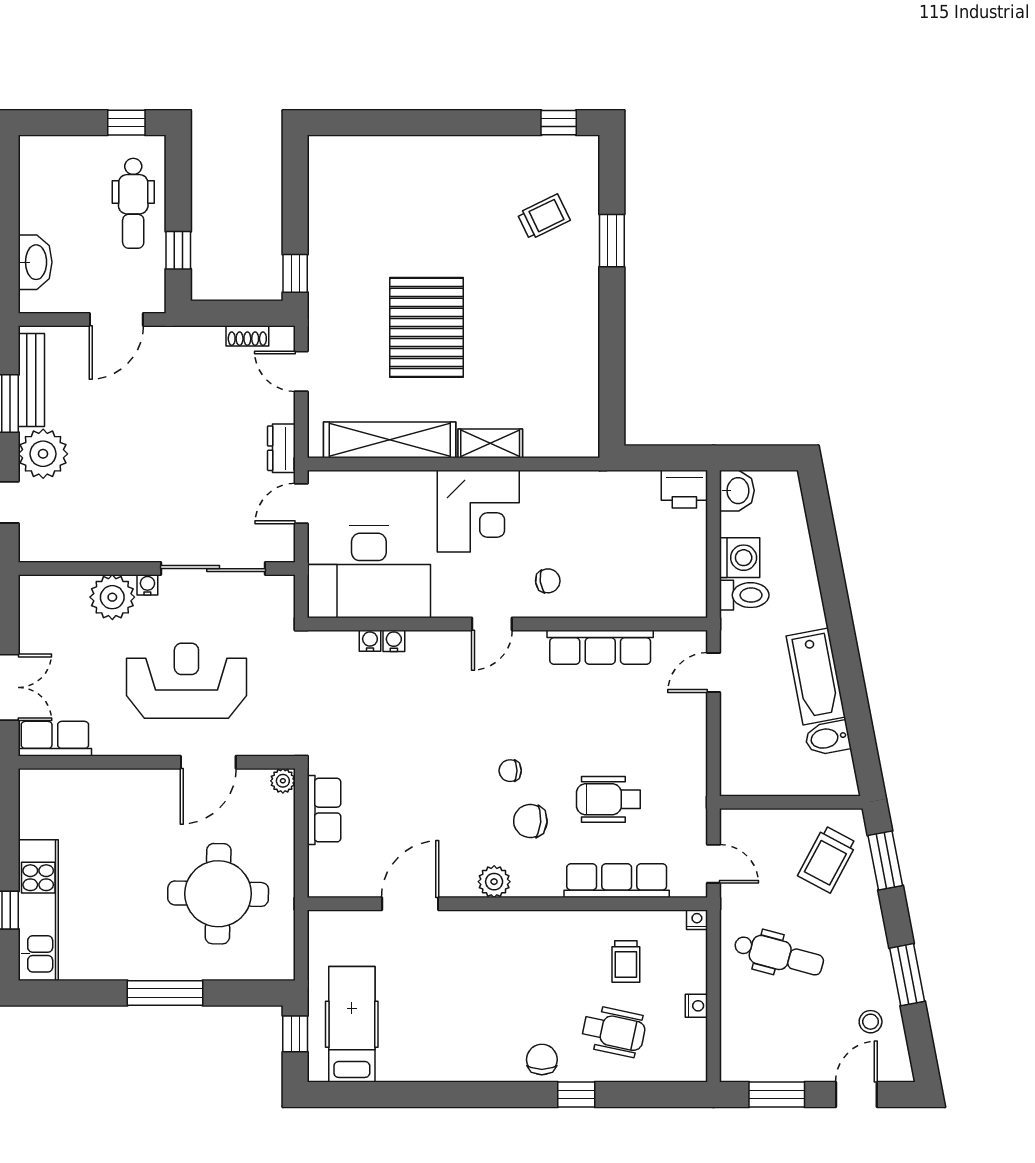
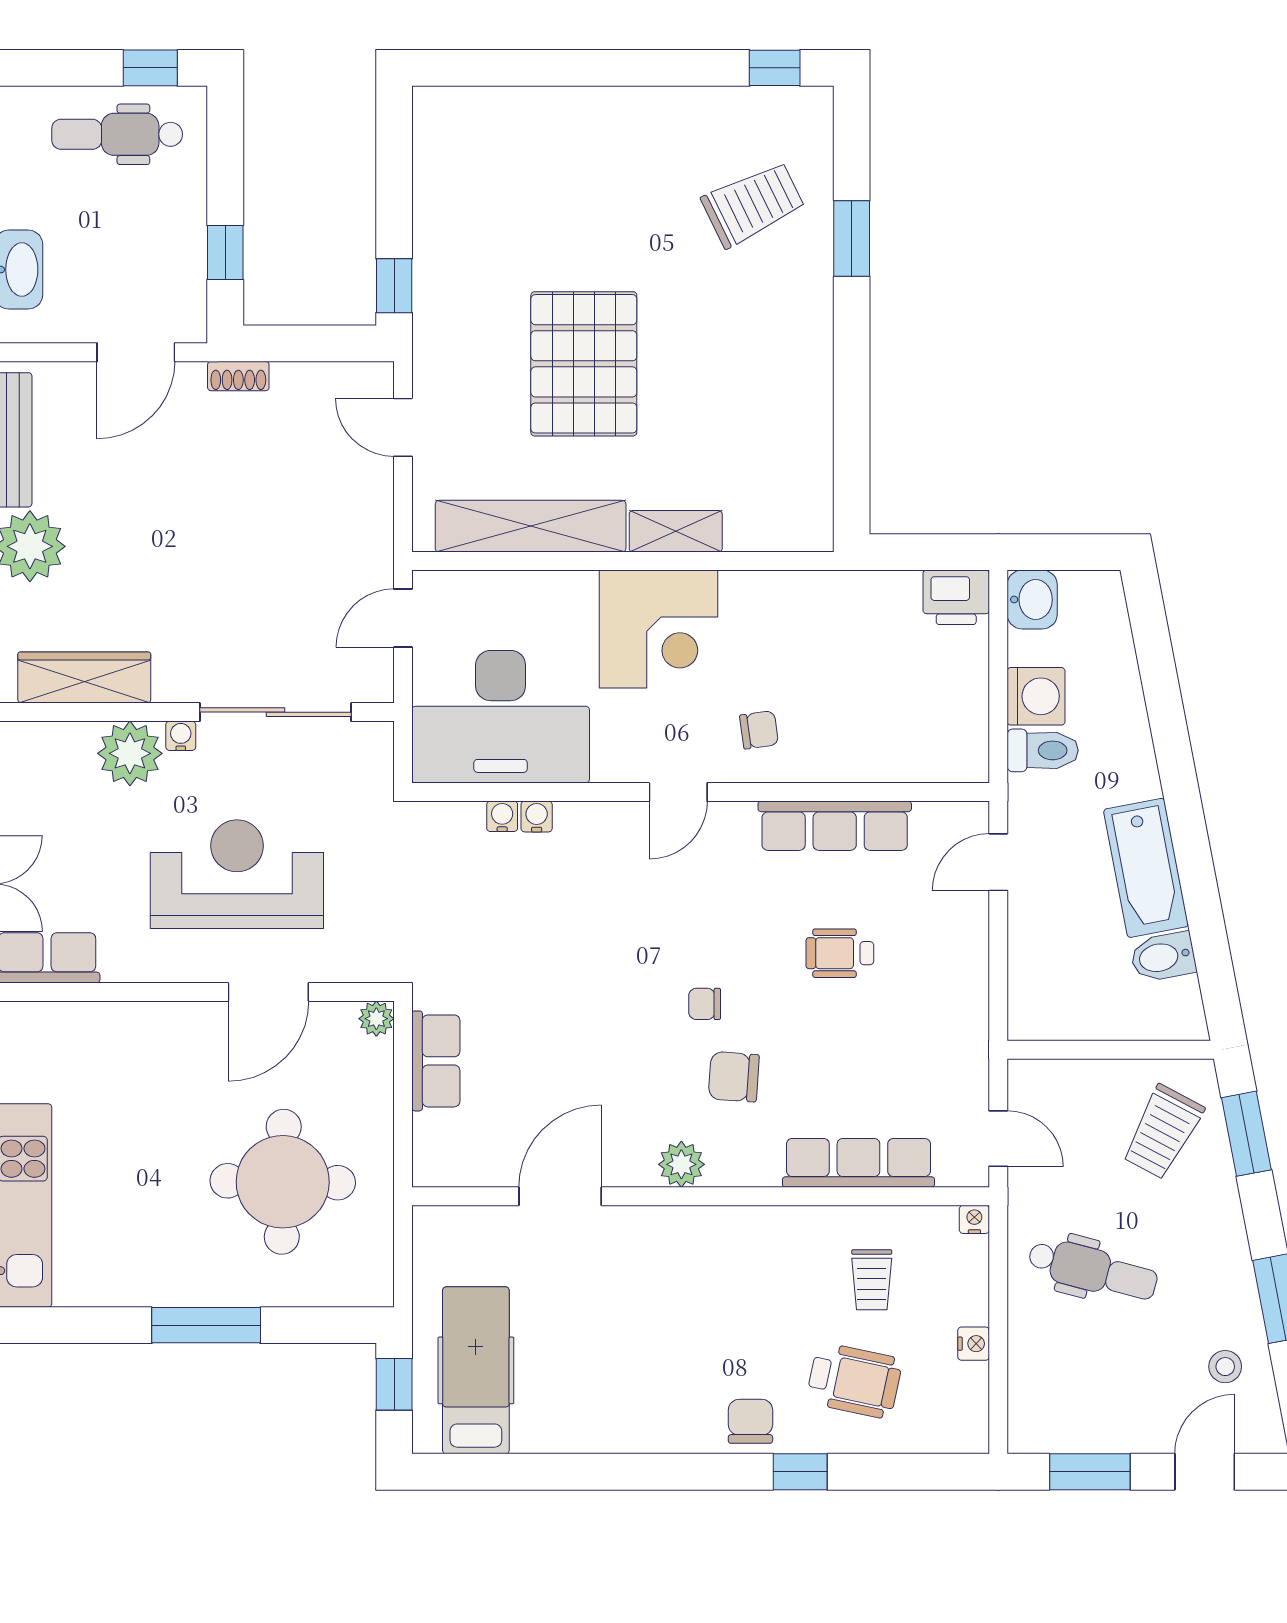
dental chair: (133, 203) -> (117, 134), moved, turned 90
trolley: (544, 217) -> (753, 204), width x1.36, depth x1.39
shoe rack: (247, 336) -> (238, 376), moved
dresser: (281, 448) -> (374, 538), removed
wardrobe: (81, 545) -> (84, 678), added
wheelchair: (608, 799) -> (840, 953), moved, width x0.73, depth x0.73

